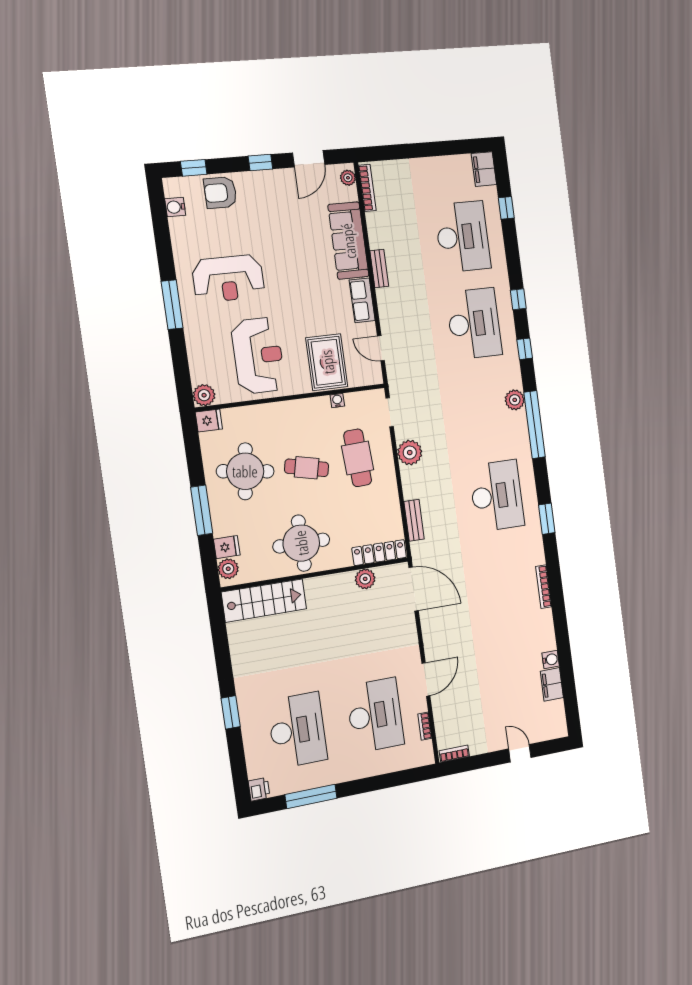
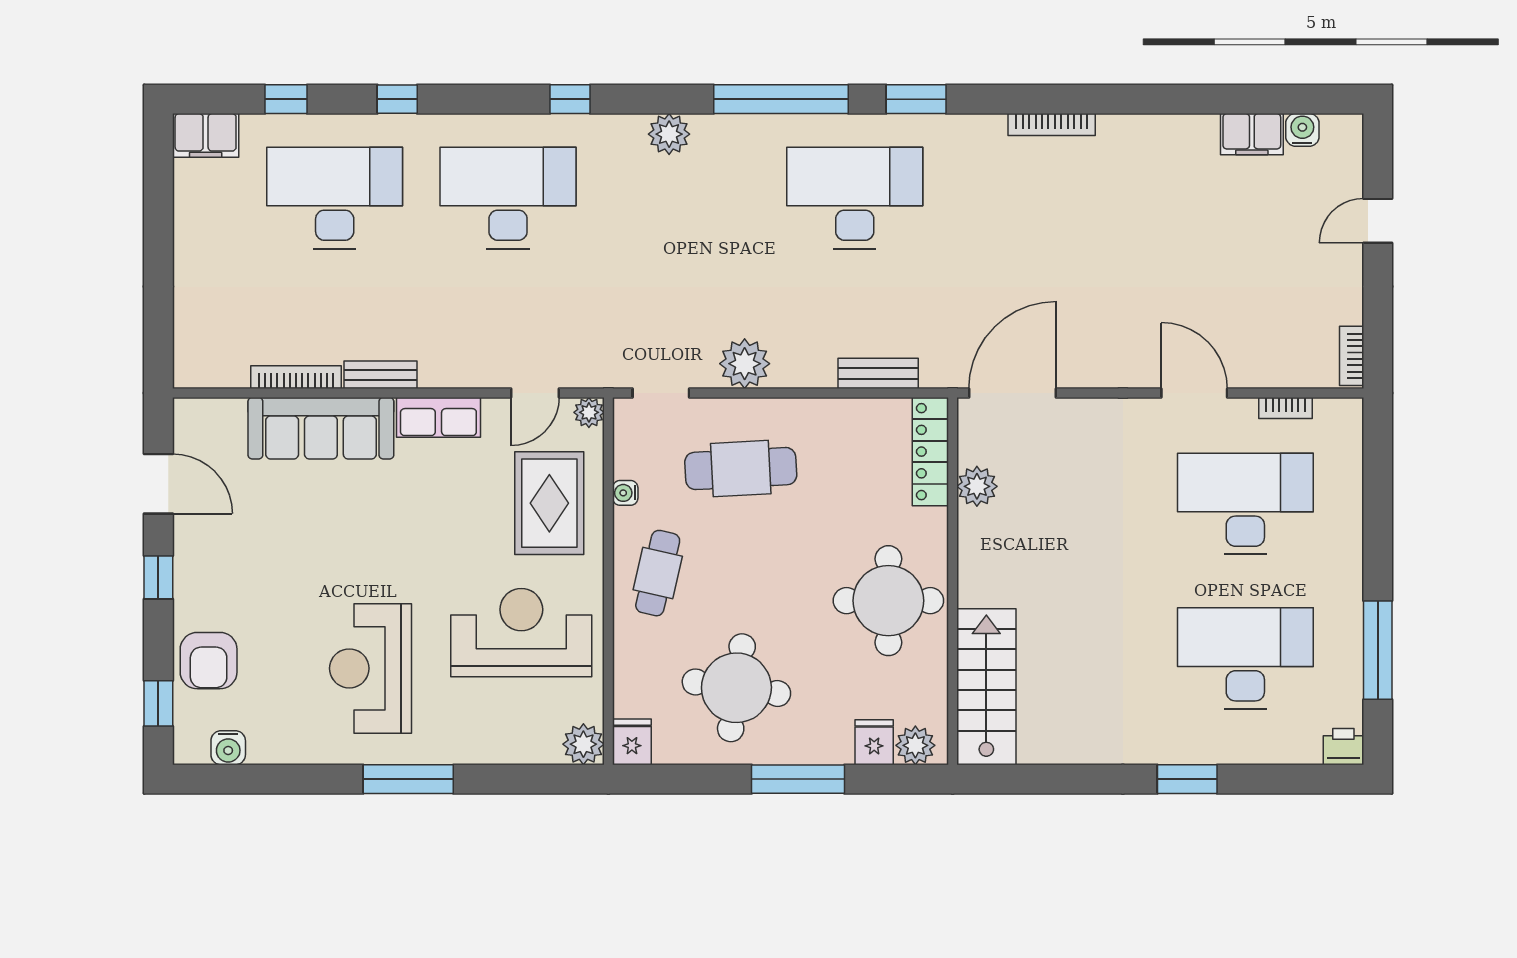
plant: (348, 178) -> (589, 412), moved
bookcase: (367, 188) -> (296, 377), moved
reception desk: (228, 279) -> (370, 668), turned 180
window: (518, 299) -> (397, 99), moved
rug: (327, 362) -> (549, 503), turned 90
window: (535, 425) -> (781, 99), moved
cafe table: (307, 468) -> (658, 573), moved
water cooler: (551, 660) -> (1302, 130), moved

